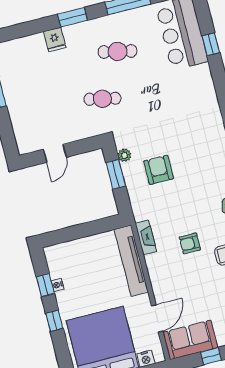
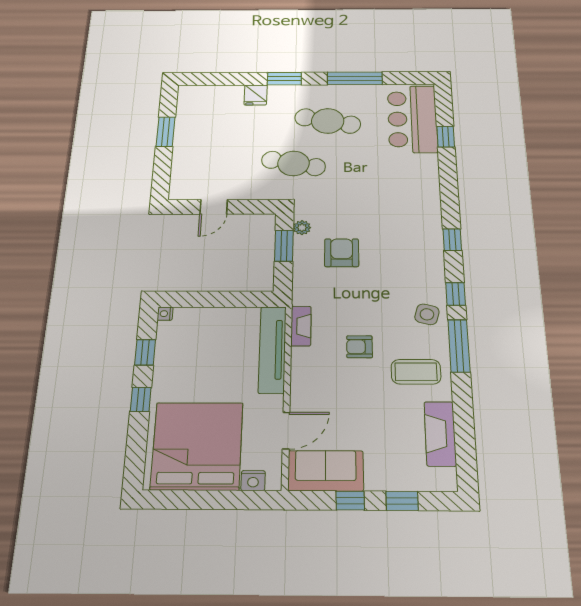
cafe table: (118, 51) -> (328, 121), width x1.37, depth x1.35
cafe table: (102, 99) -> (293, 163), width x1.37, depth x1.35
nightstand: (57, 285) -> (165, 314), moved

